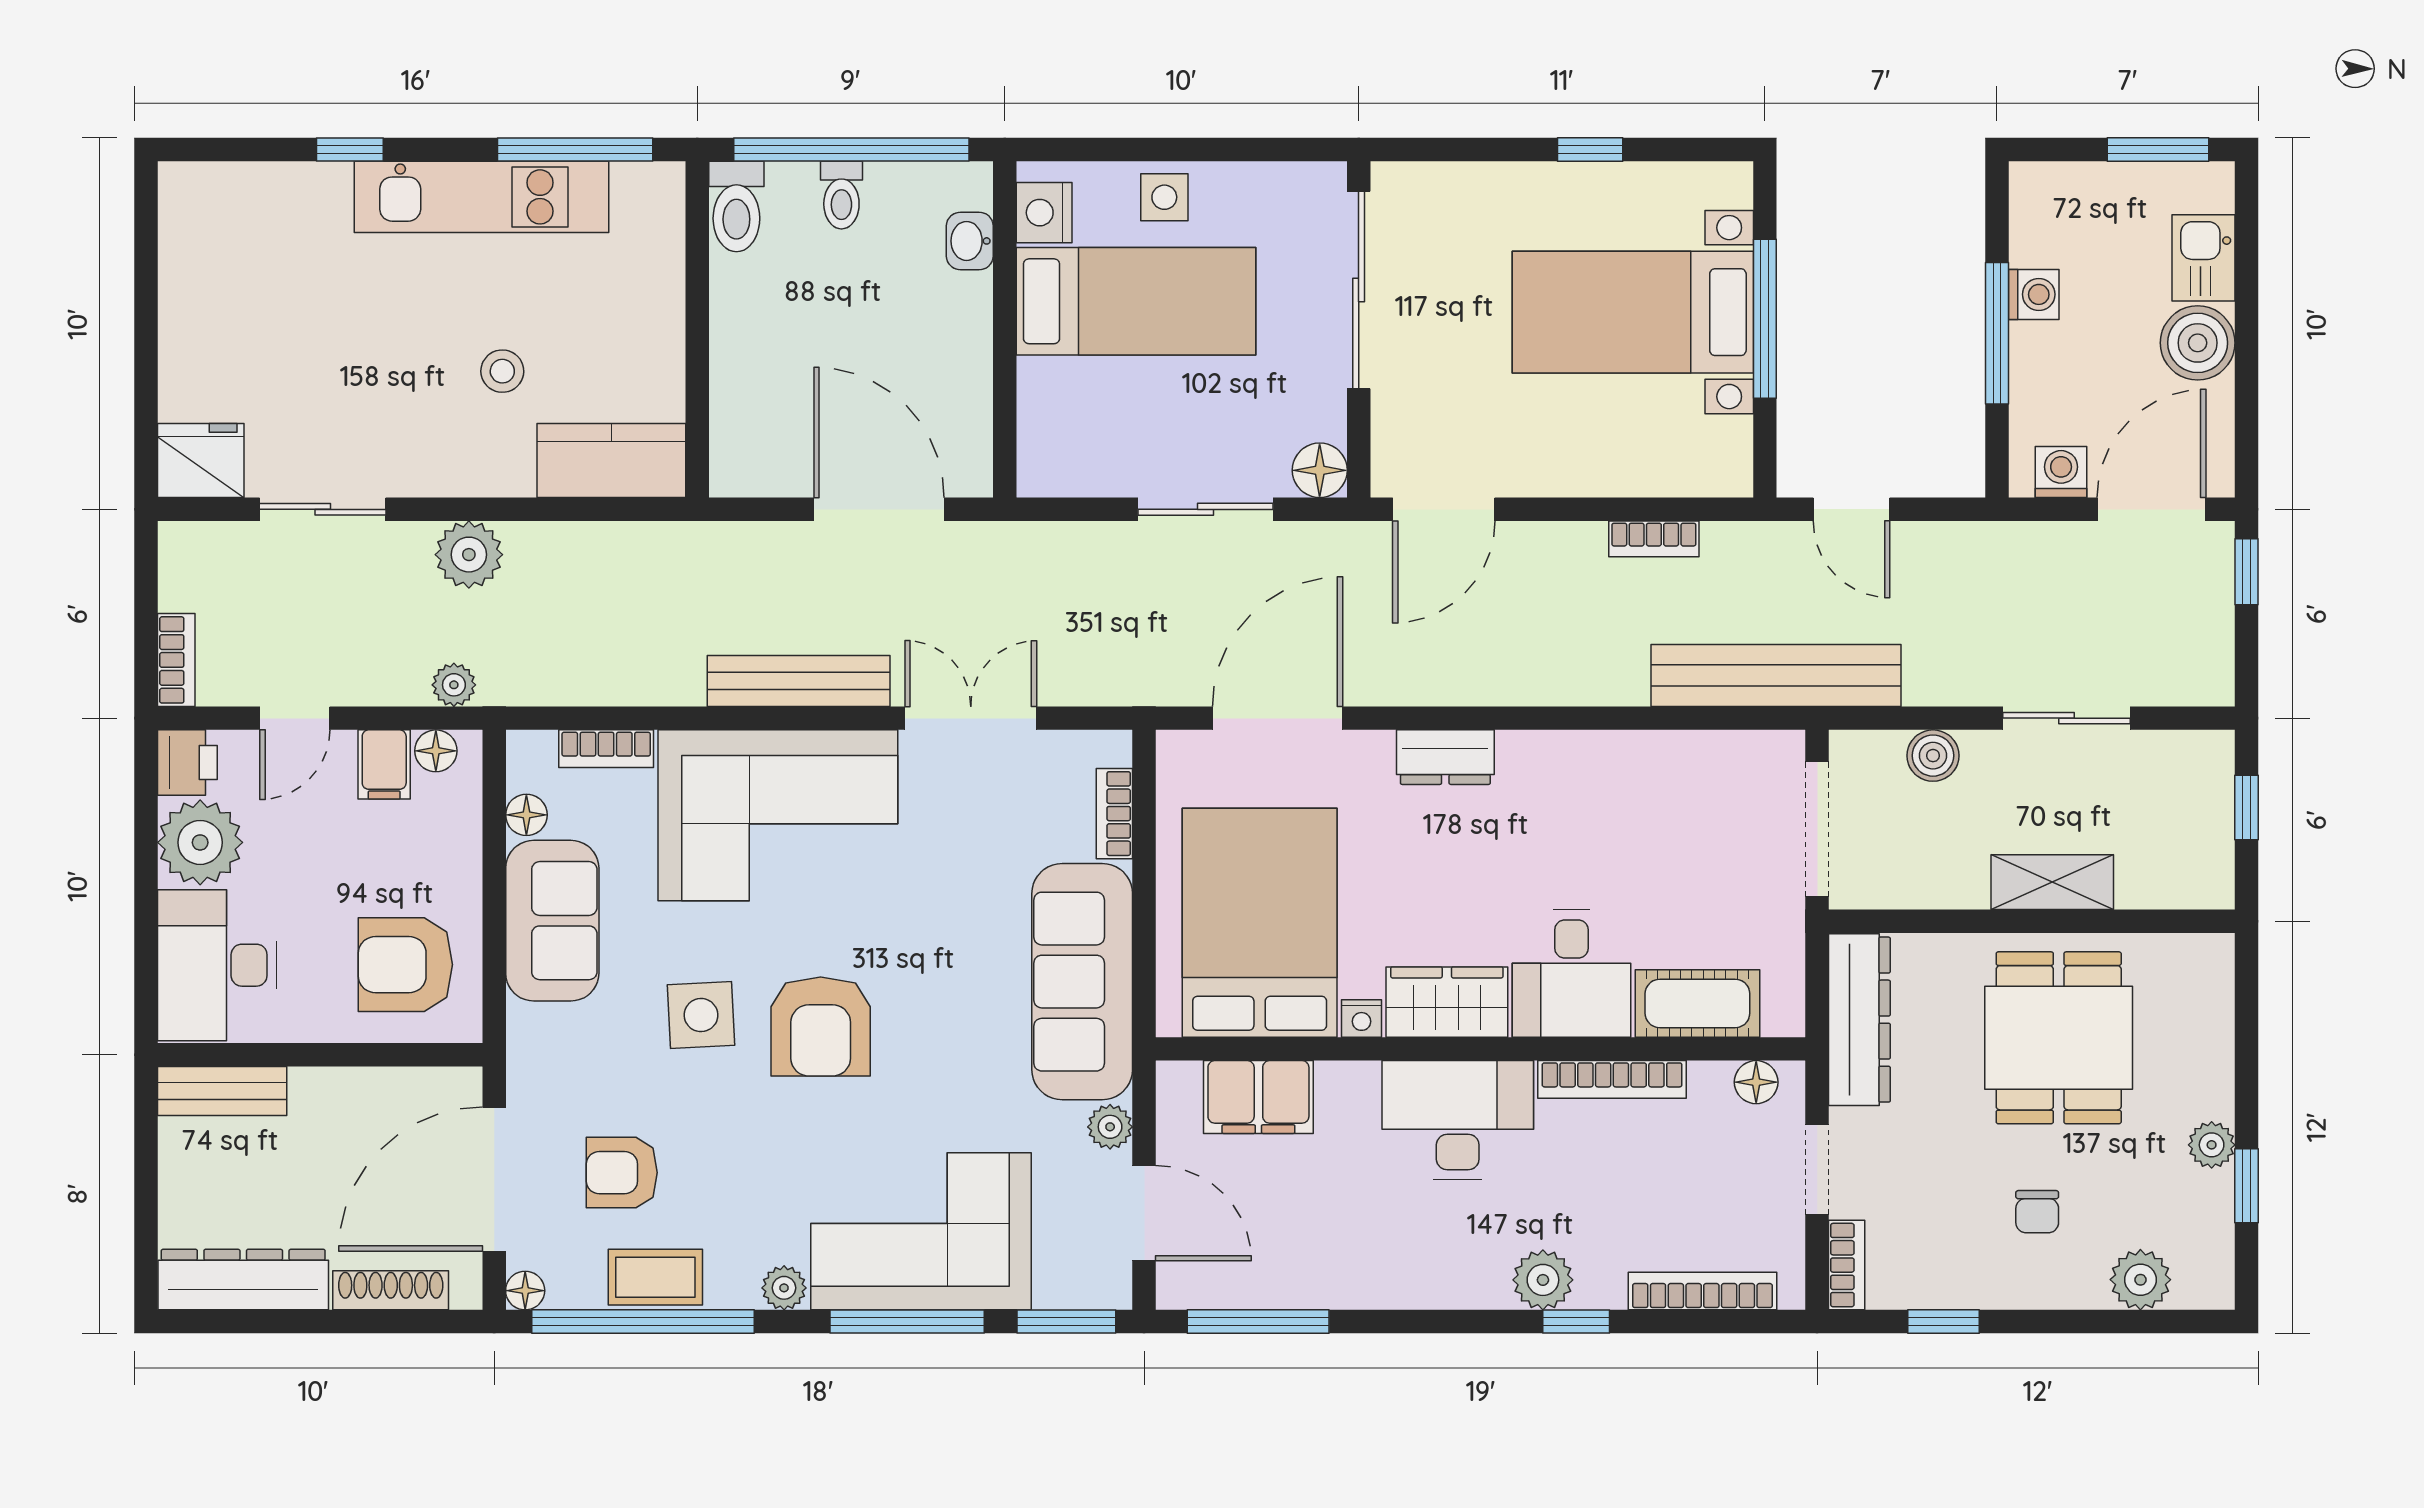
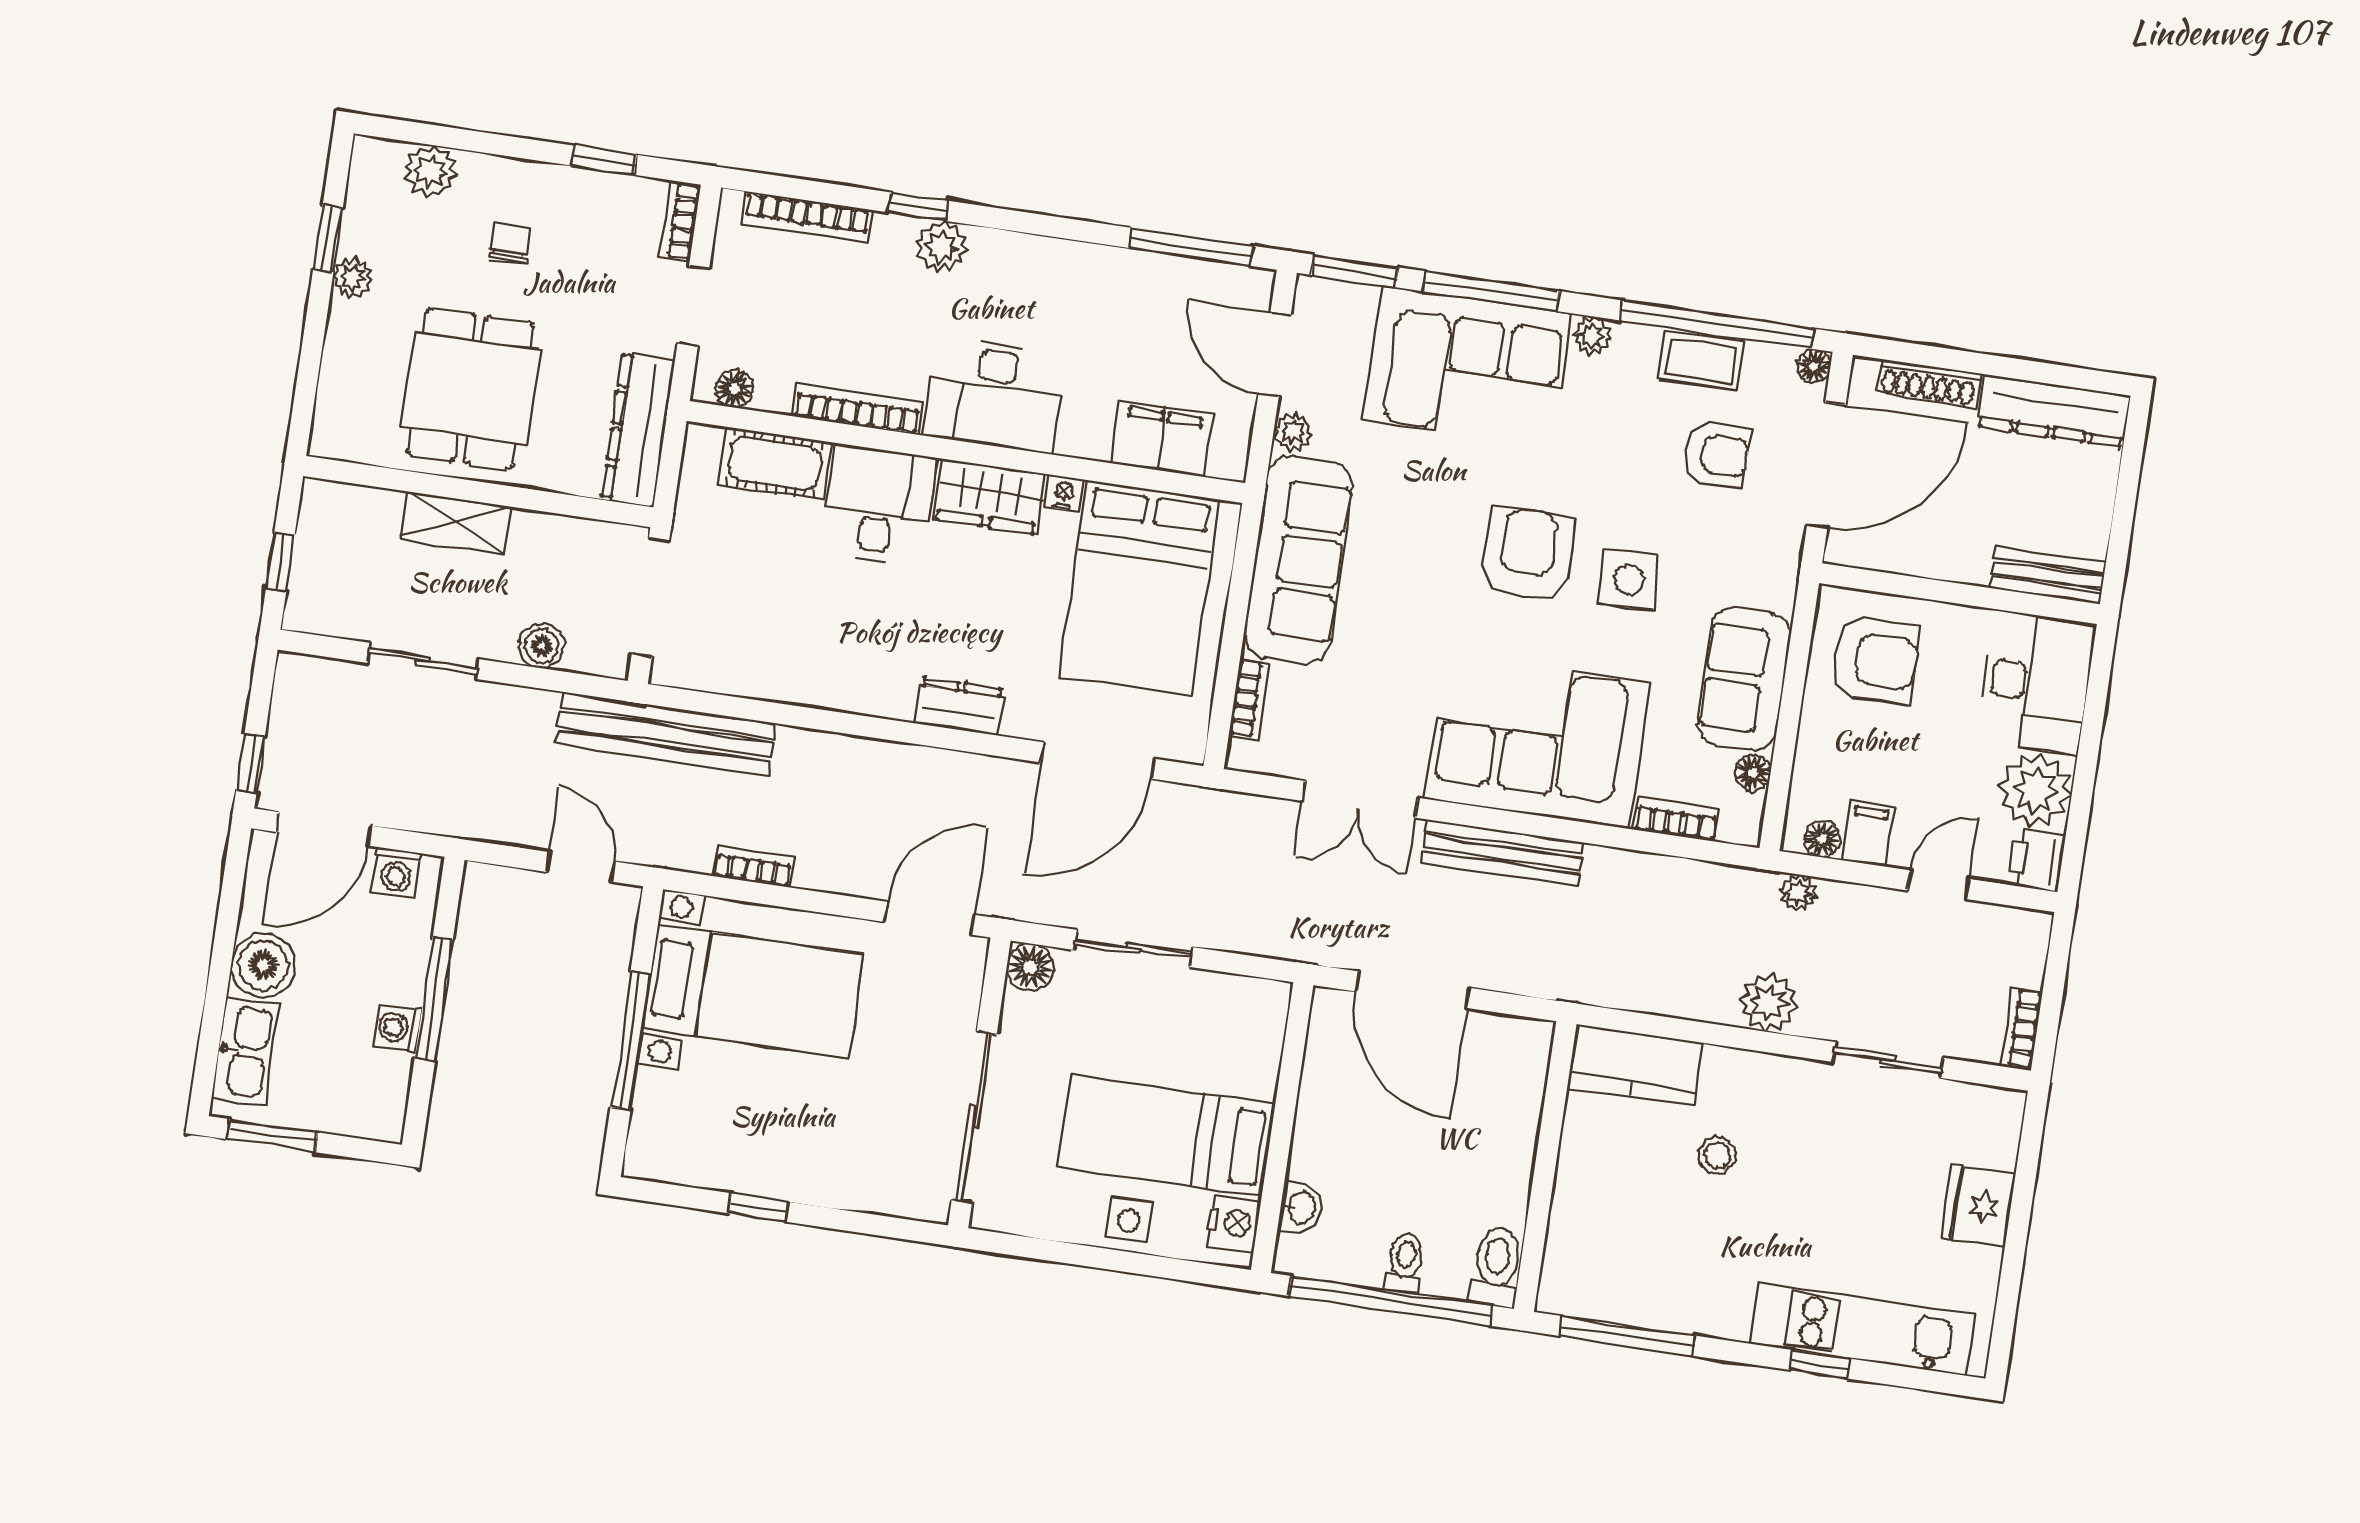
kitchen unit: (482, 197) -> (1863, 1329), moved
kitchen sink: (2204, 258) -> (245, 1051), width x1.38
bed with nightstands: (1633, 312) -> (753, 991), moved
fridge: (201, 461) -> (1979, 1206), moved, turned 90
bookcase: (176, 660) -> (2021, 1029), moved

